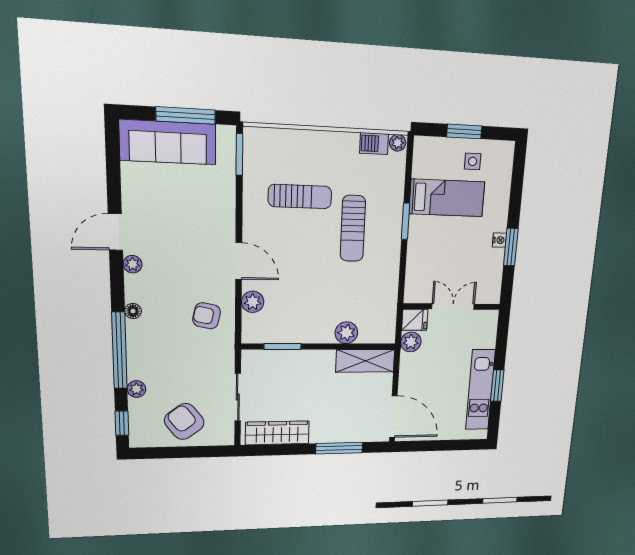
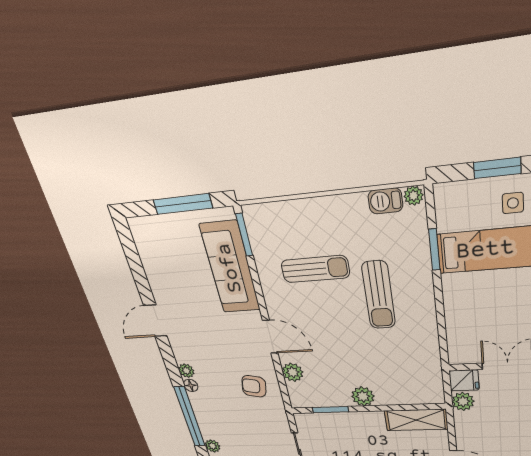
sofa: (168, 142) -> (230, 268), moved, turned 90
window: (405, 221) -> (434, 250), moved
plant: (133, 264) -> (186, 371), moved
plant: (346, 333) -> (363, 396), moved

